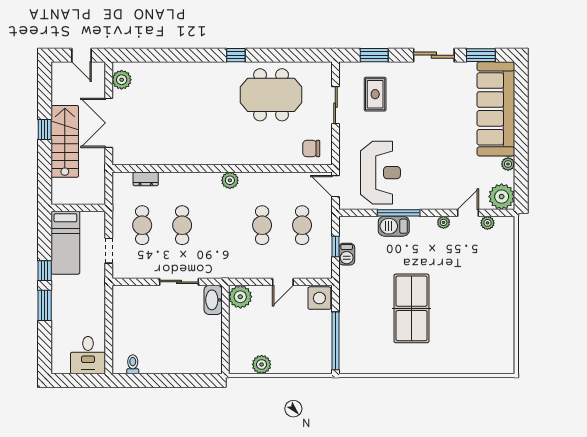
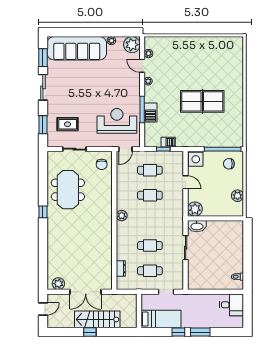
chair: (312, 351) -> (229, 164), added

